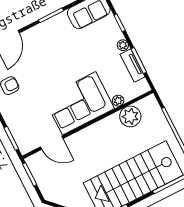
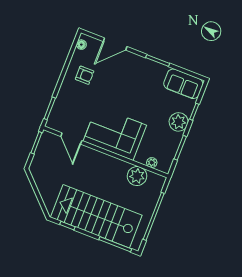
plant: (123, 45) -> (179, 122), width x1.88, depth x1.88
tv unit: (132, 65) -> (173, 147), removed
plant: (118, 101) -> (152, 163), moved

